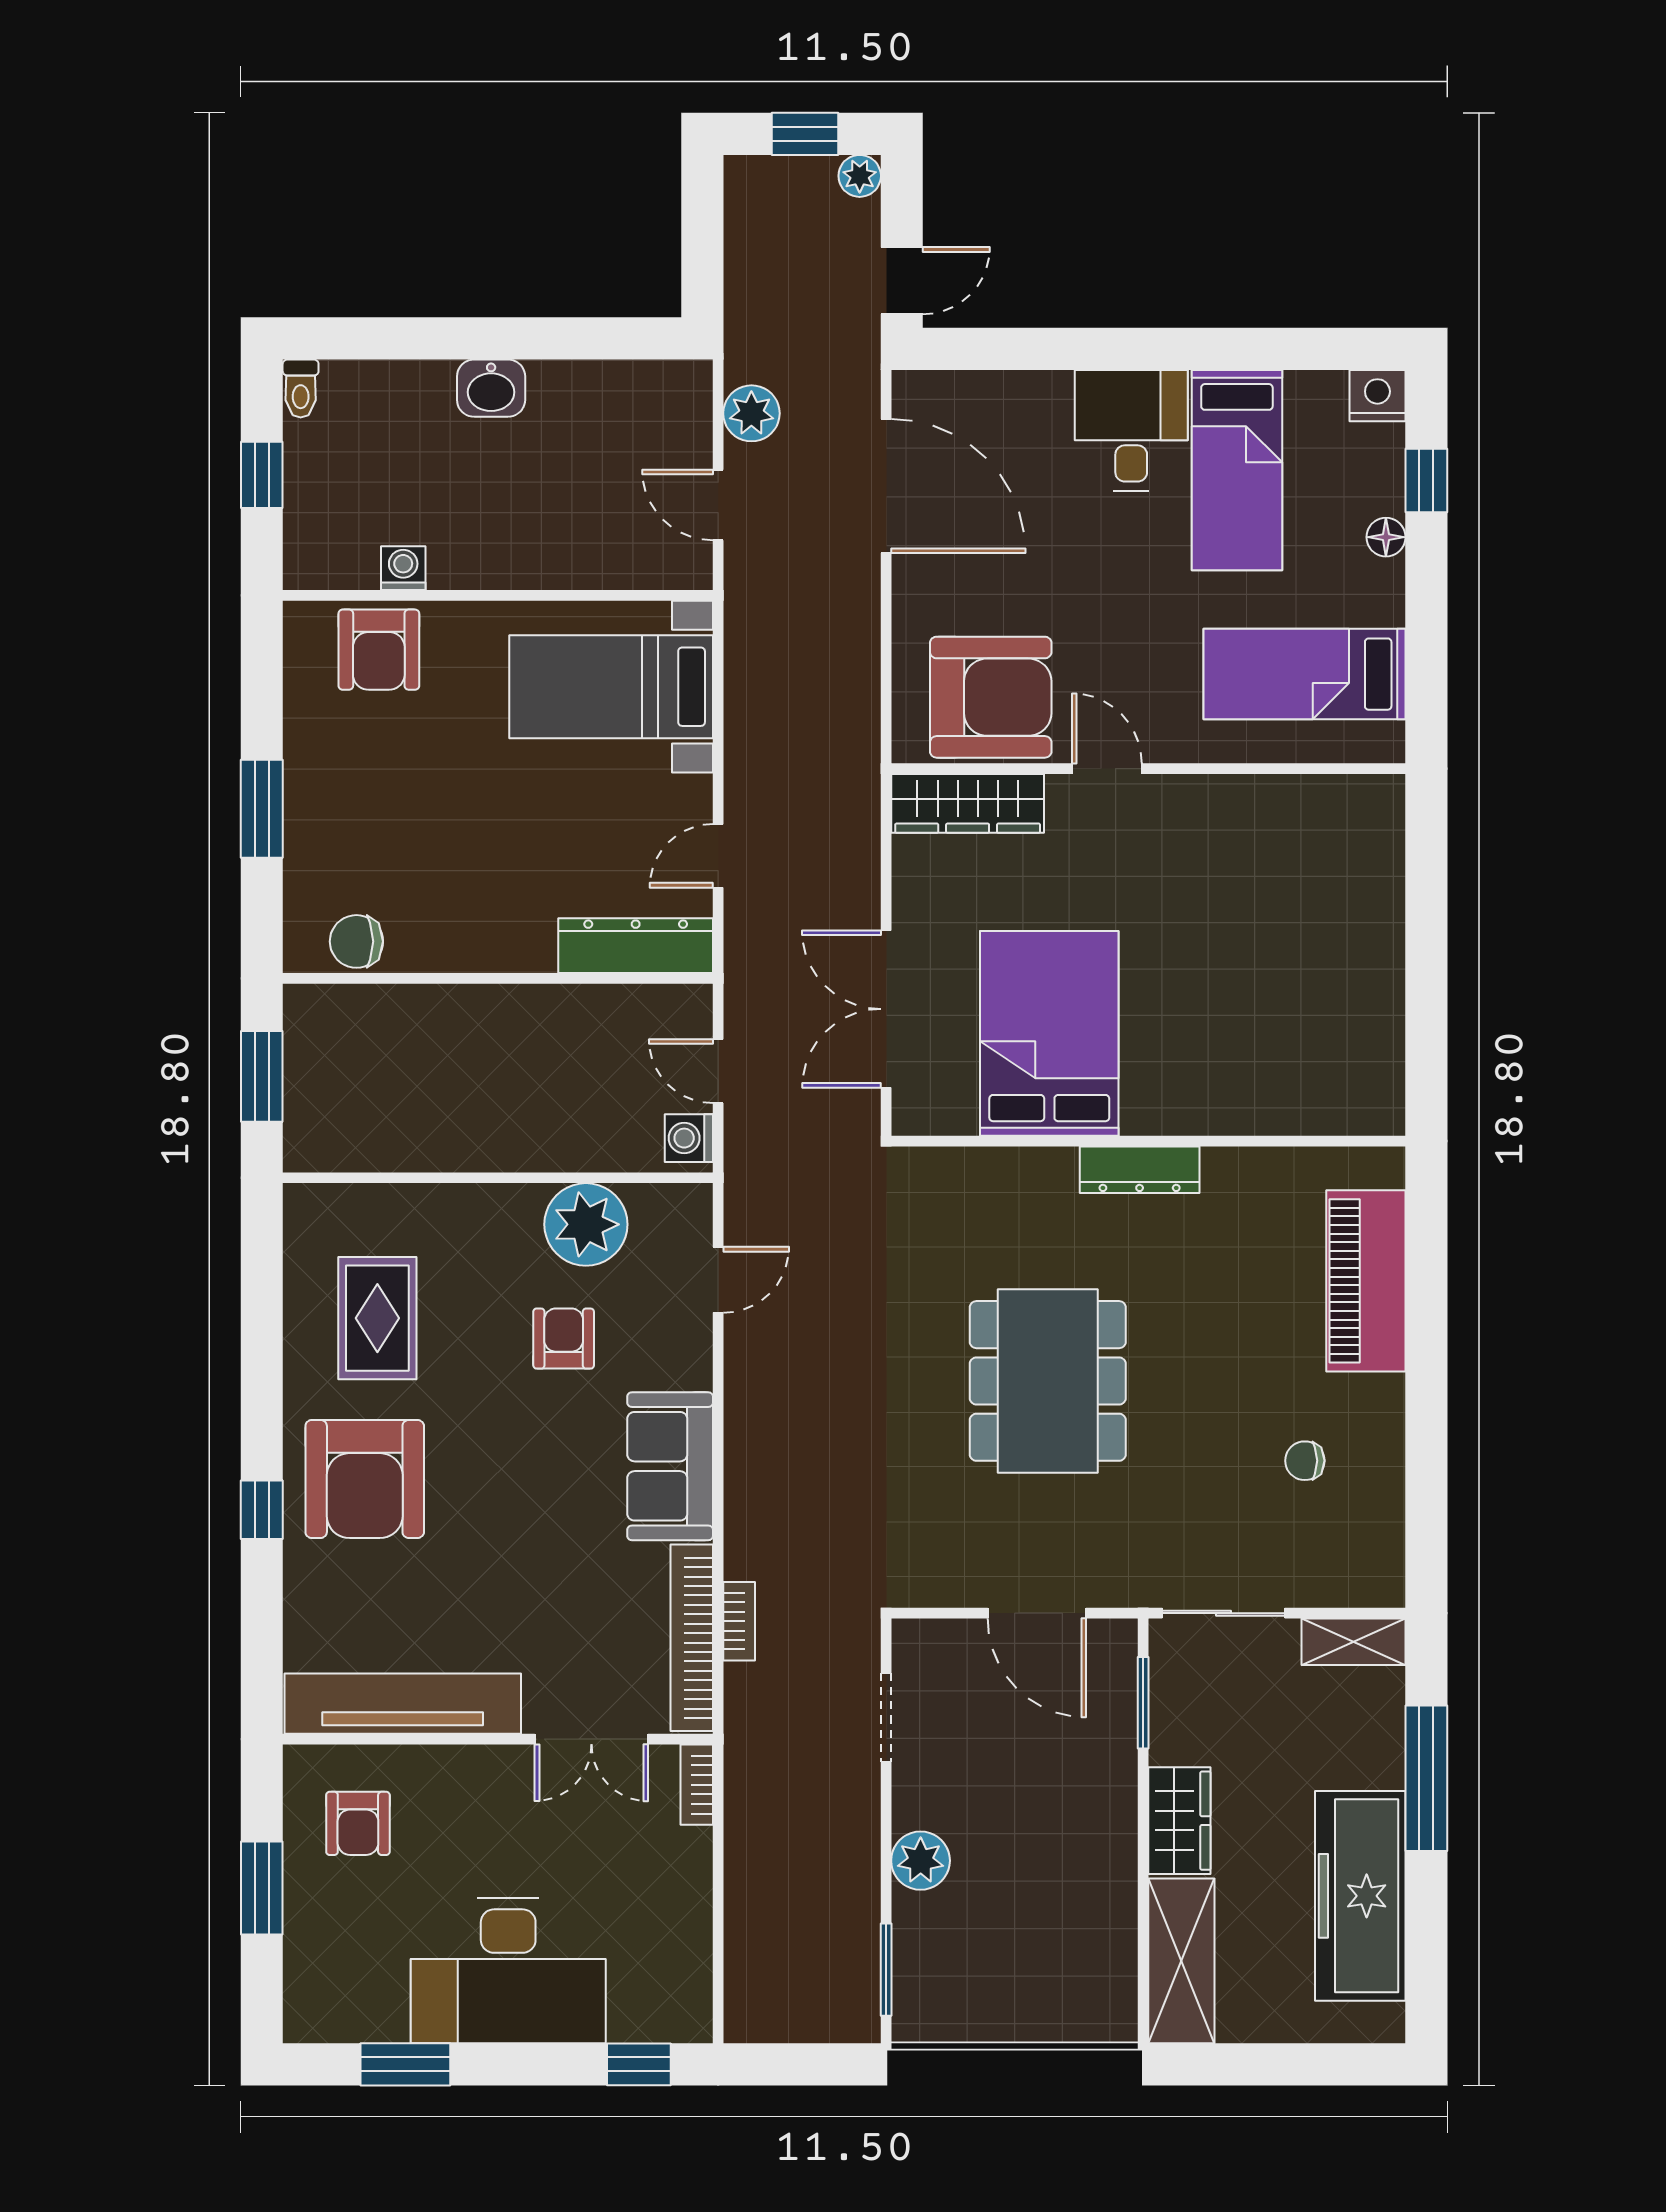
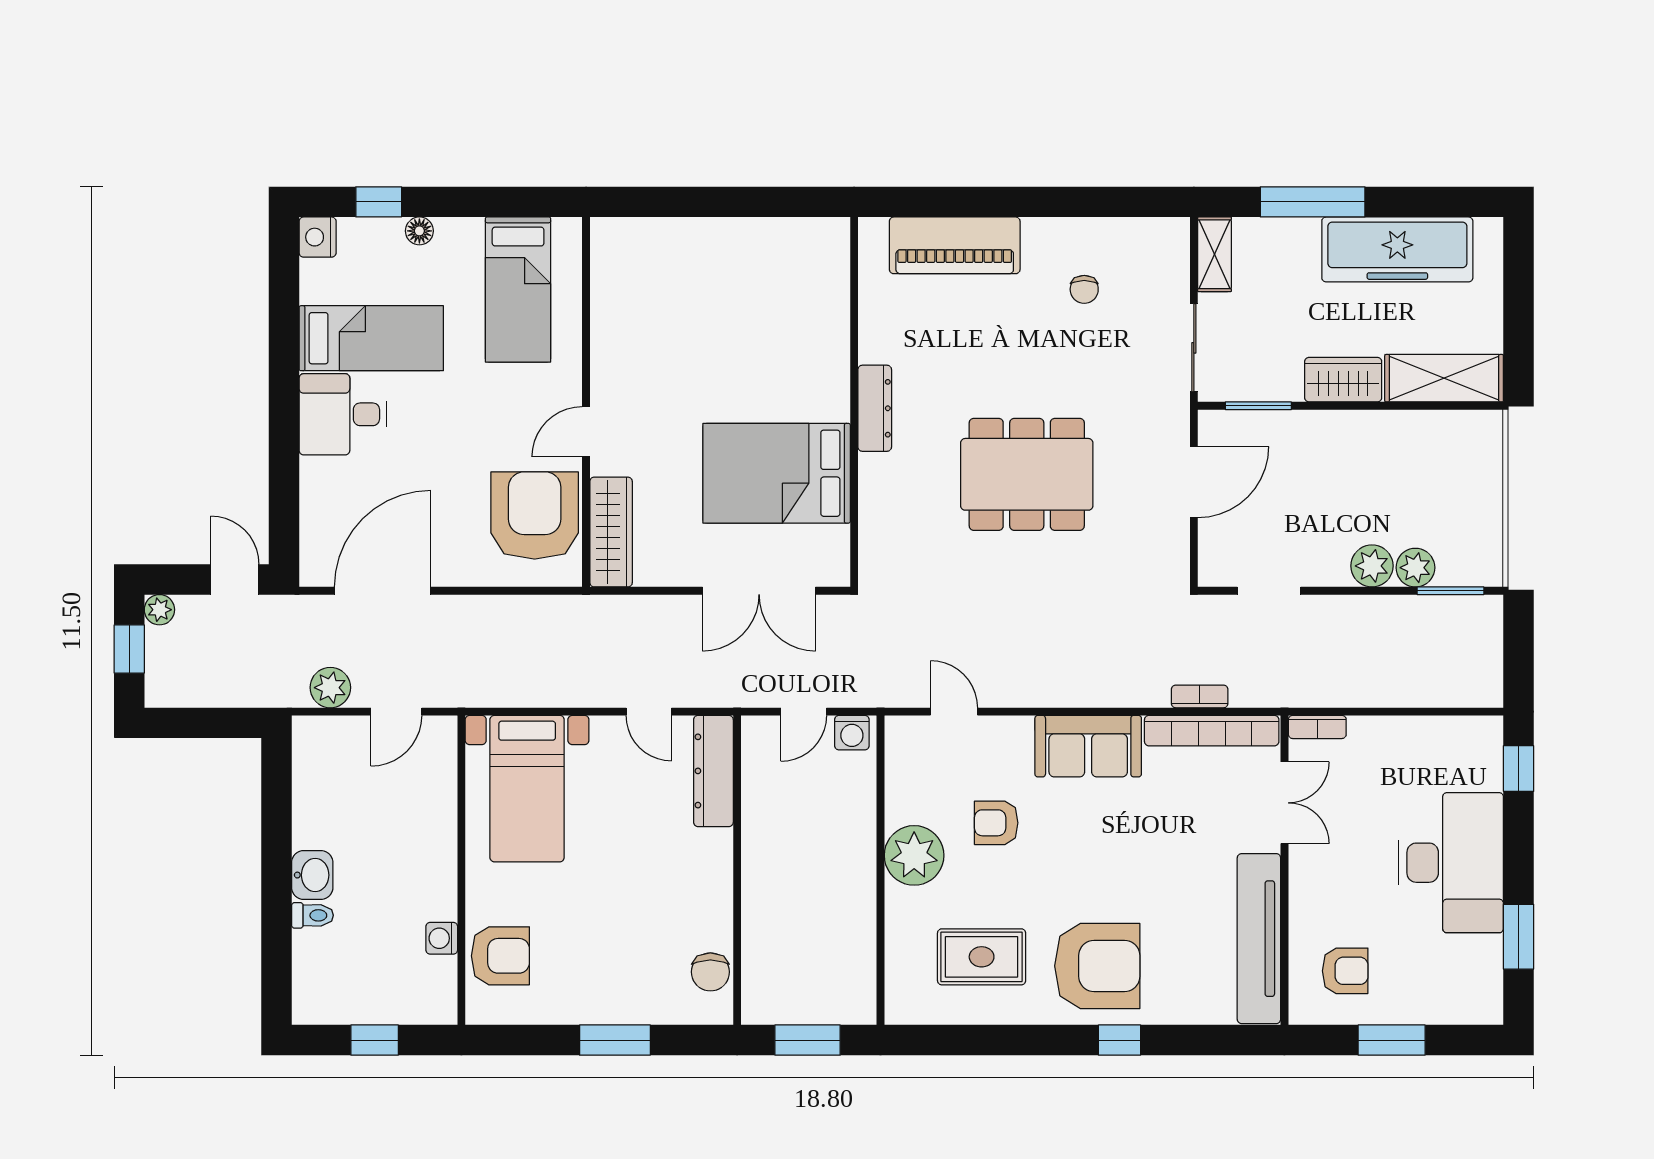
toilet: (301, 388) -> (312, 915), moved
plant: (586, 1224) -> (914, 855), moved
plant: (918, 1921) -> (1415, 568), added

